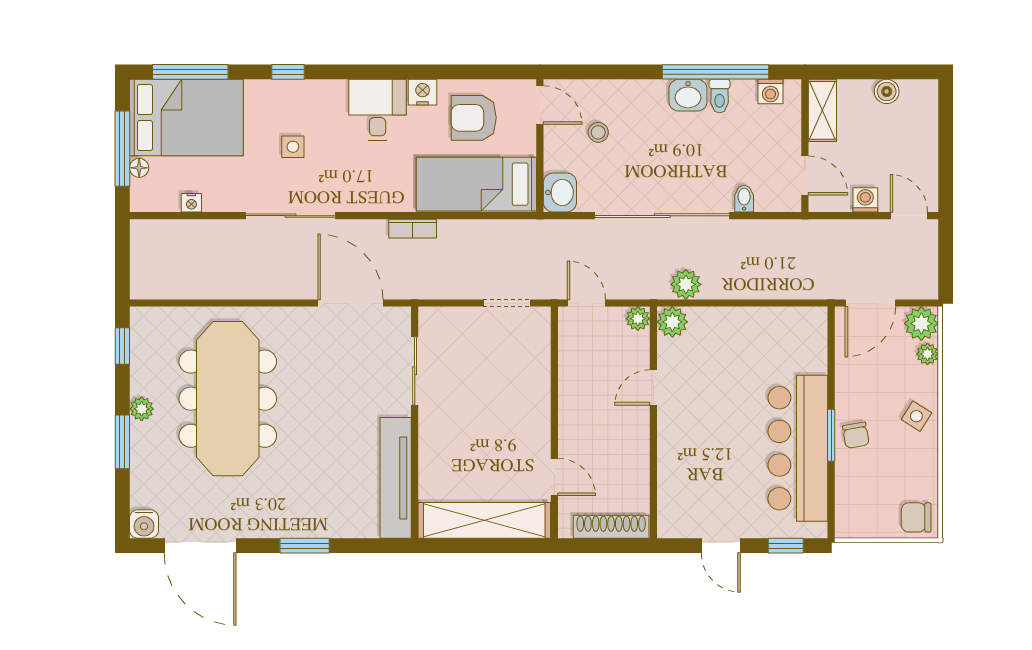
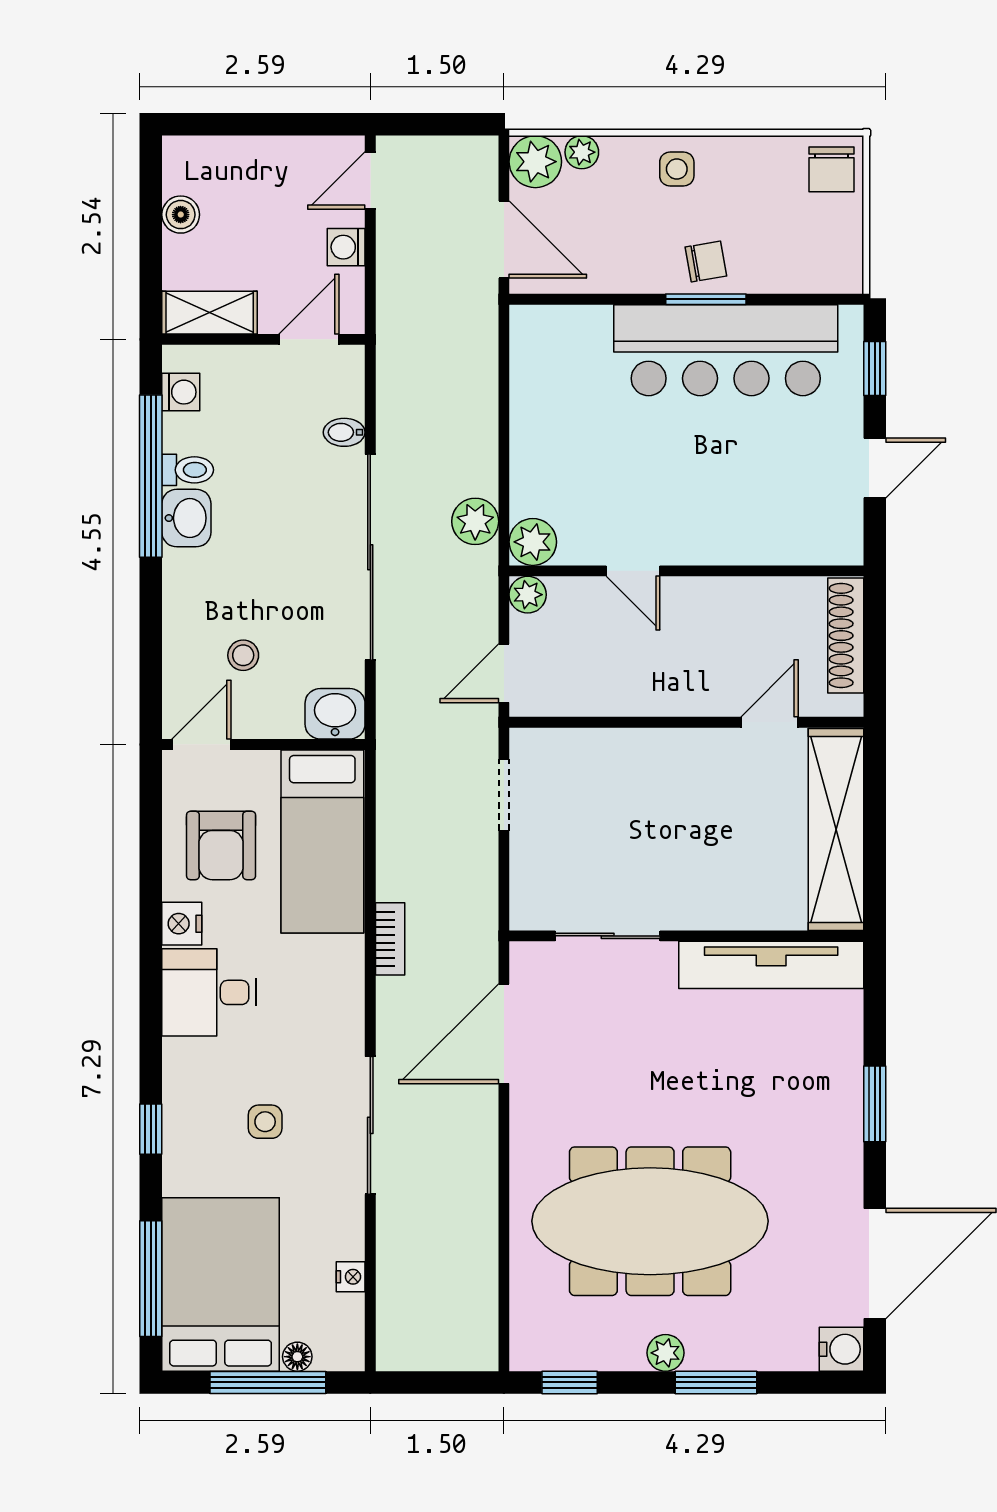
side table: (916, 416) -> (677, 169), turned -32

